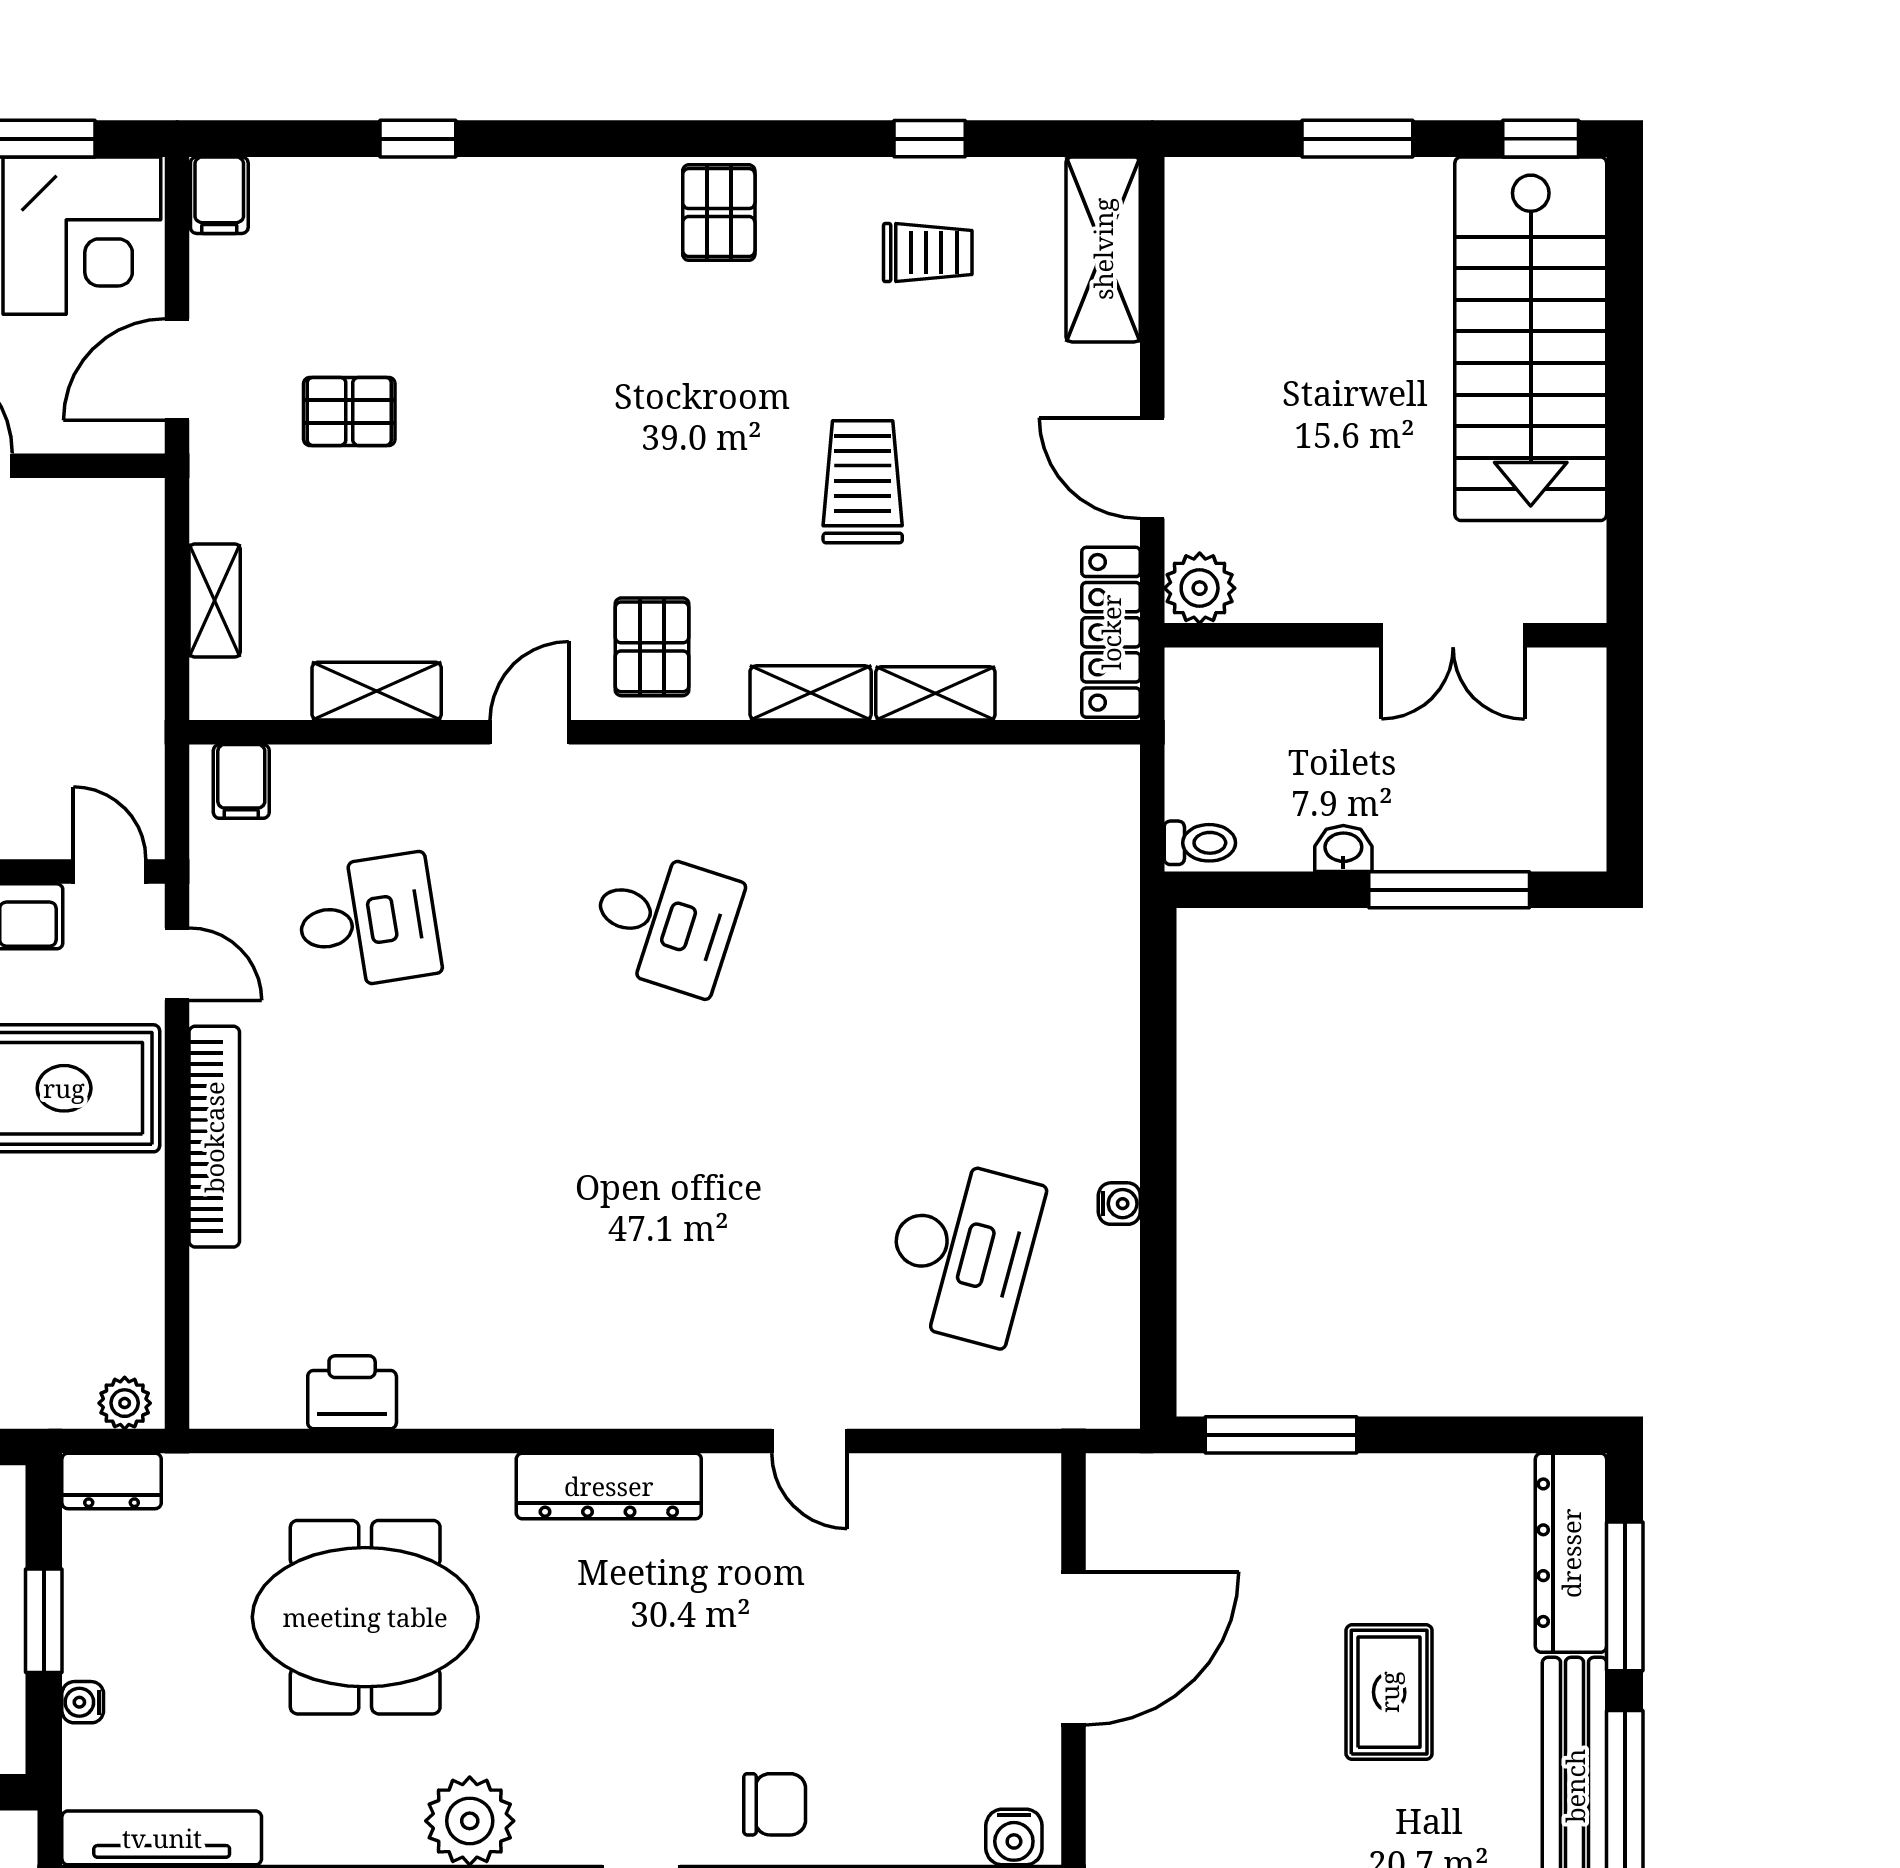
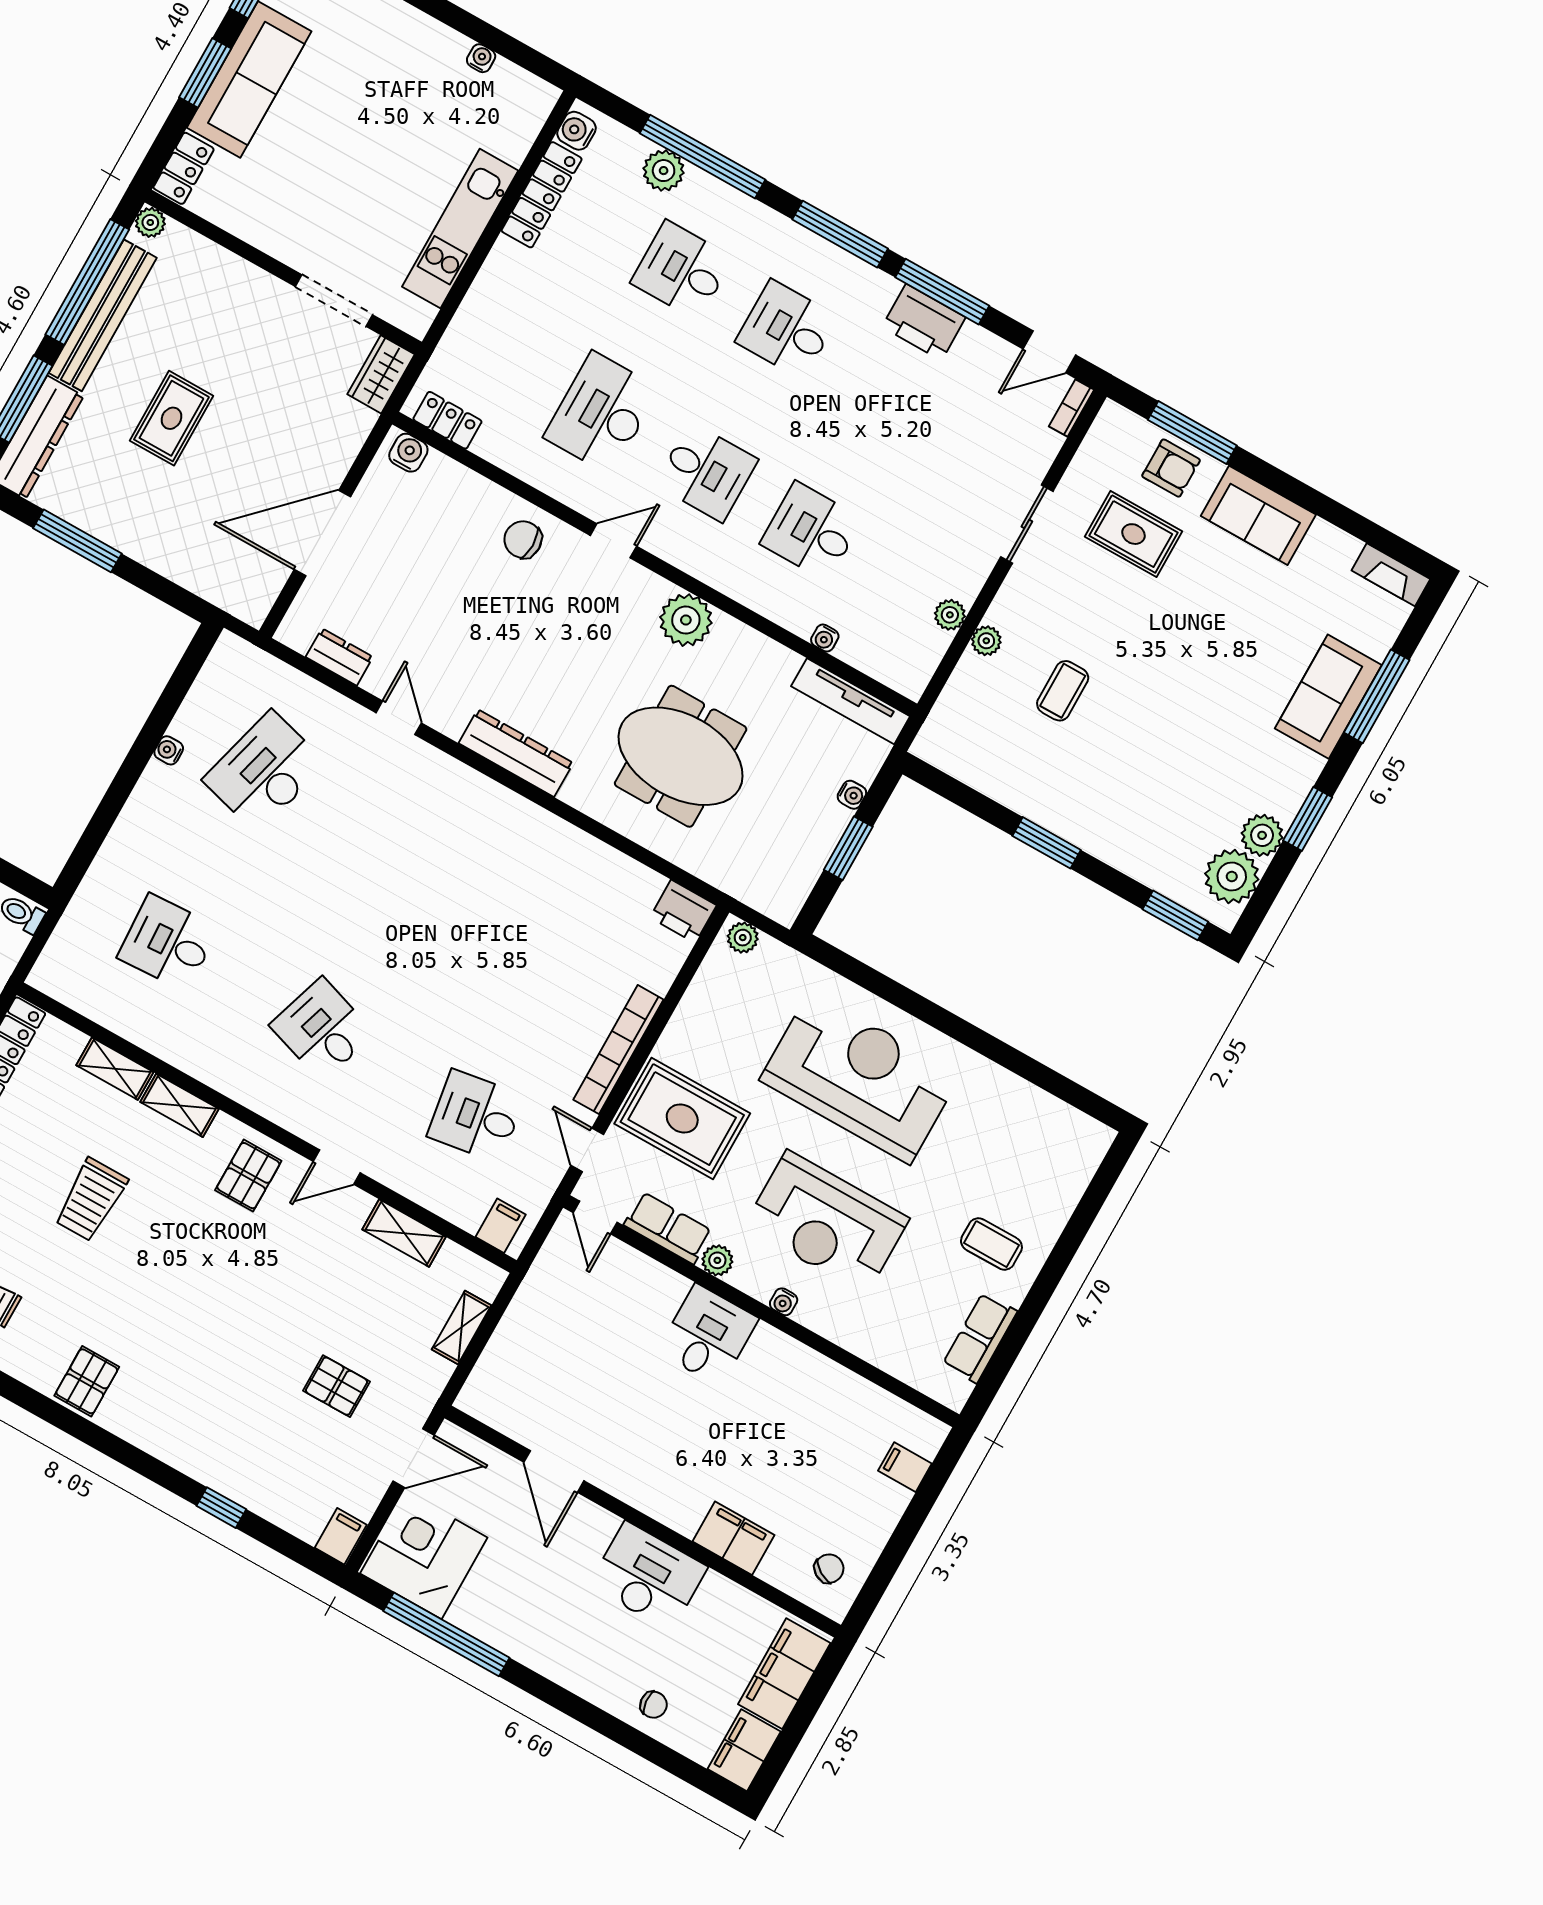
desk: (962, 922) -> (168, 943), added
printer: (352, 1392) -> (683, 911), moved
window: (1281, 1435) -> (77, 541), moved
dresser: (112, 1481) -> (339, 657), moved

